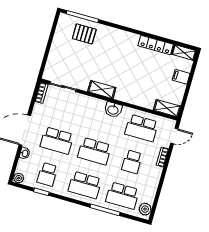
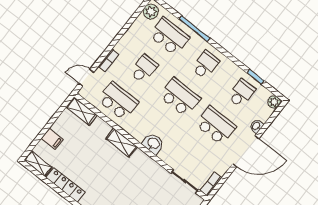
shelving: (102, 90) -> (121, 143), moved
washbasin: (113, 110) -> (153, 144), moved
school desk: (85, 185) -> (205, 65), width x0.54

